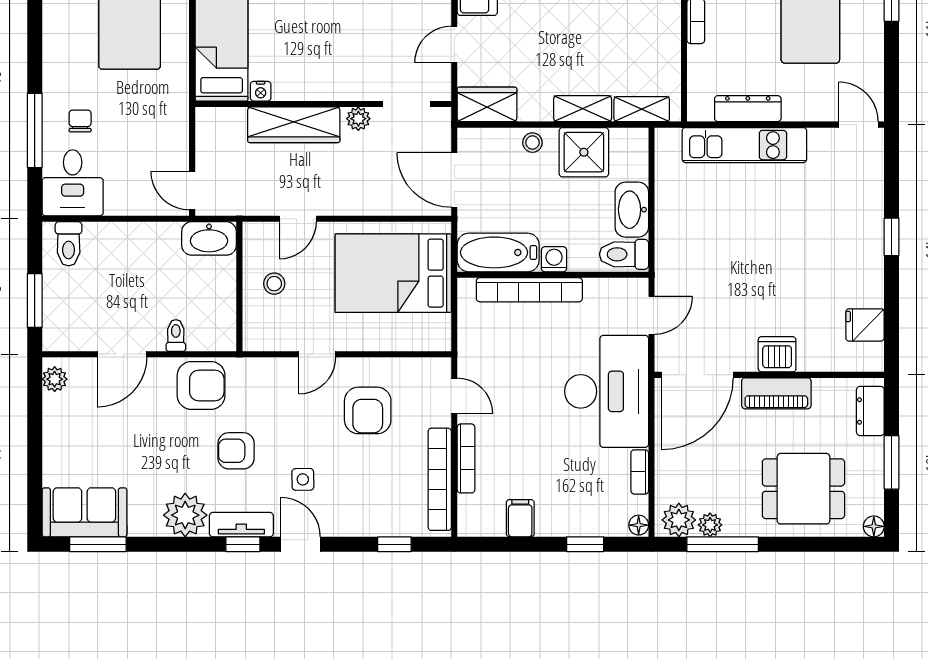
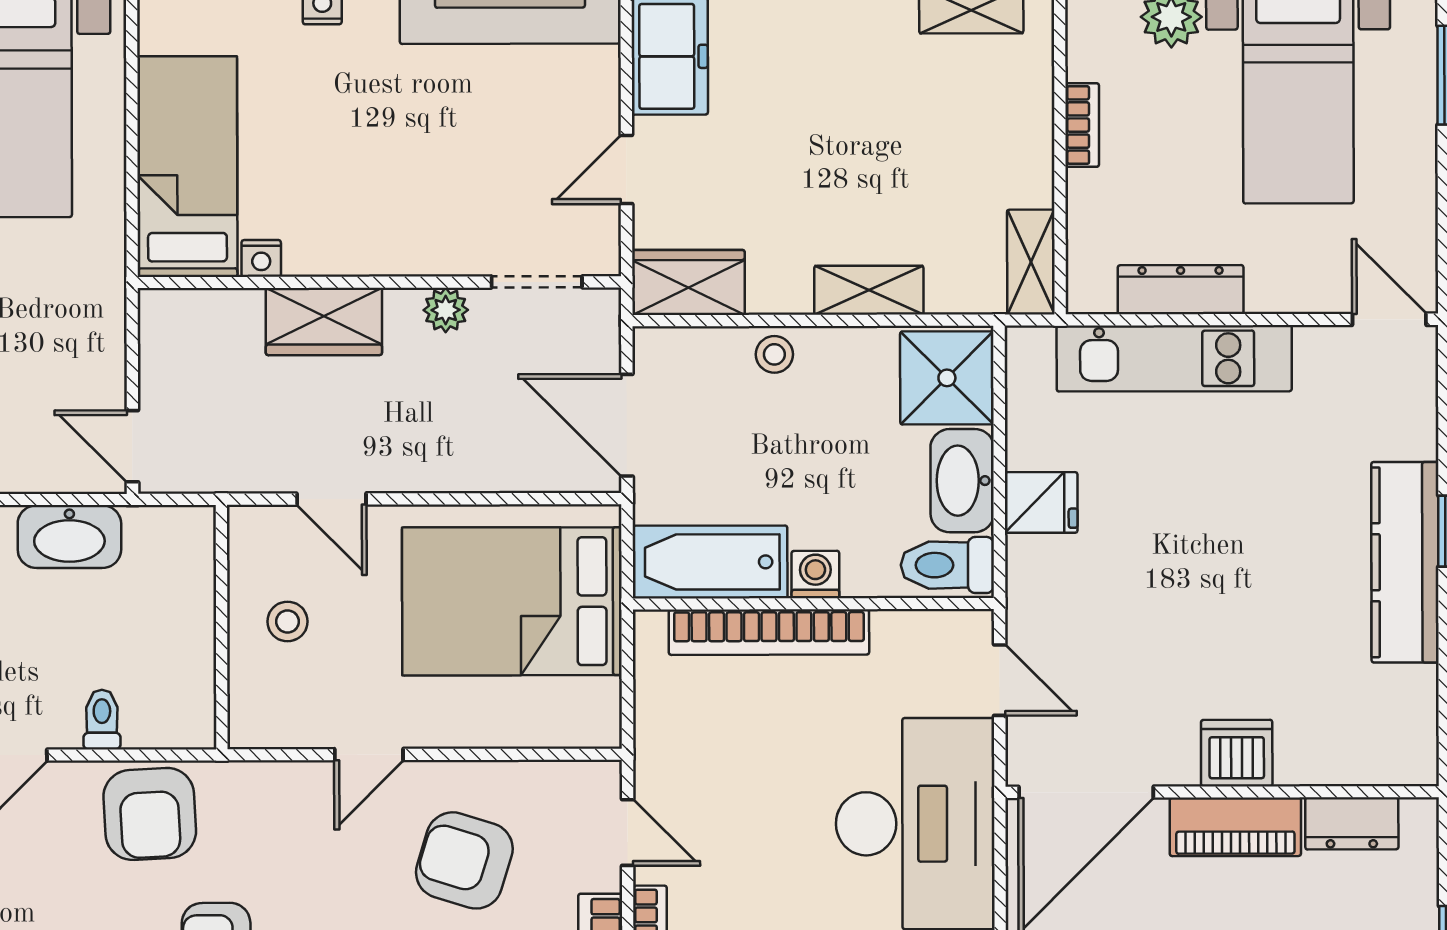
shelving: (642, 109) -> (1031, 262), moved, turned 90
wardrobe: (294, 125) -> (324, 322), width x0.67
shower: (584, 152) -> (947, 378), moved
door: (298, 219) -> (332, 499), hinge flipped
washbasin: (209, 238) -> (69, 537), moved
kitchen counter: (866, 253) -> (1405, 562), added
door: (652, 315) -> (1000, 680), hinge flipped
fridge: (865, 325) -> (1041, 502), moved, turned 180
armchair: (201, 385) -> (150, 814), turned 87
armchair: (368, 410) -> (464, 860), turned 107
dresser: (870, 411) -> (1352, 823), moved, turned -90

